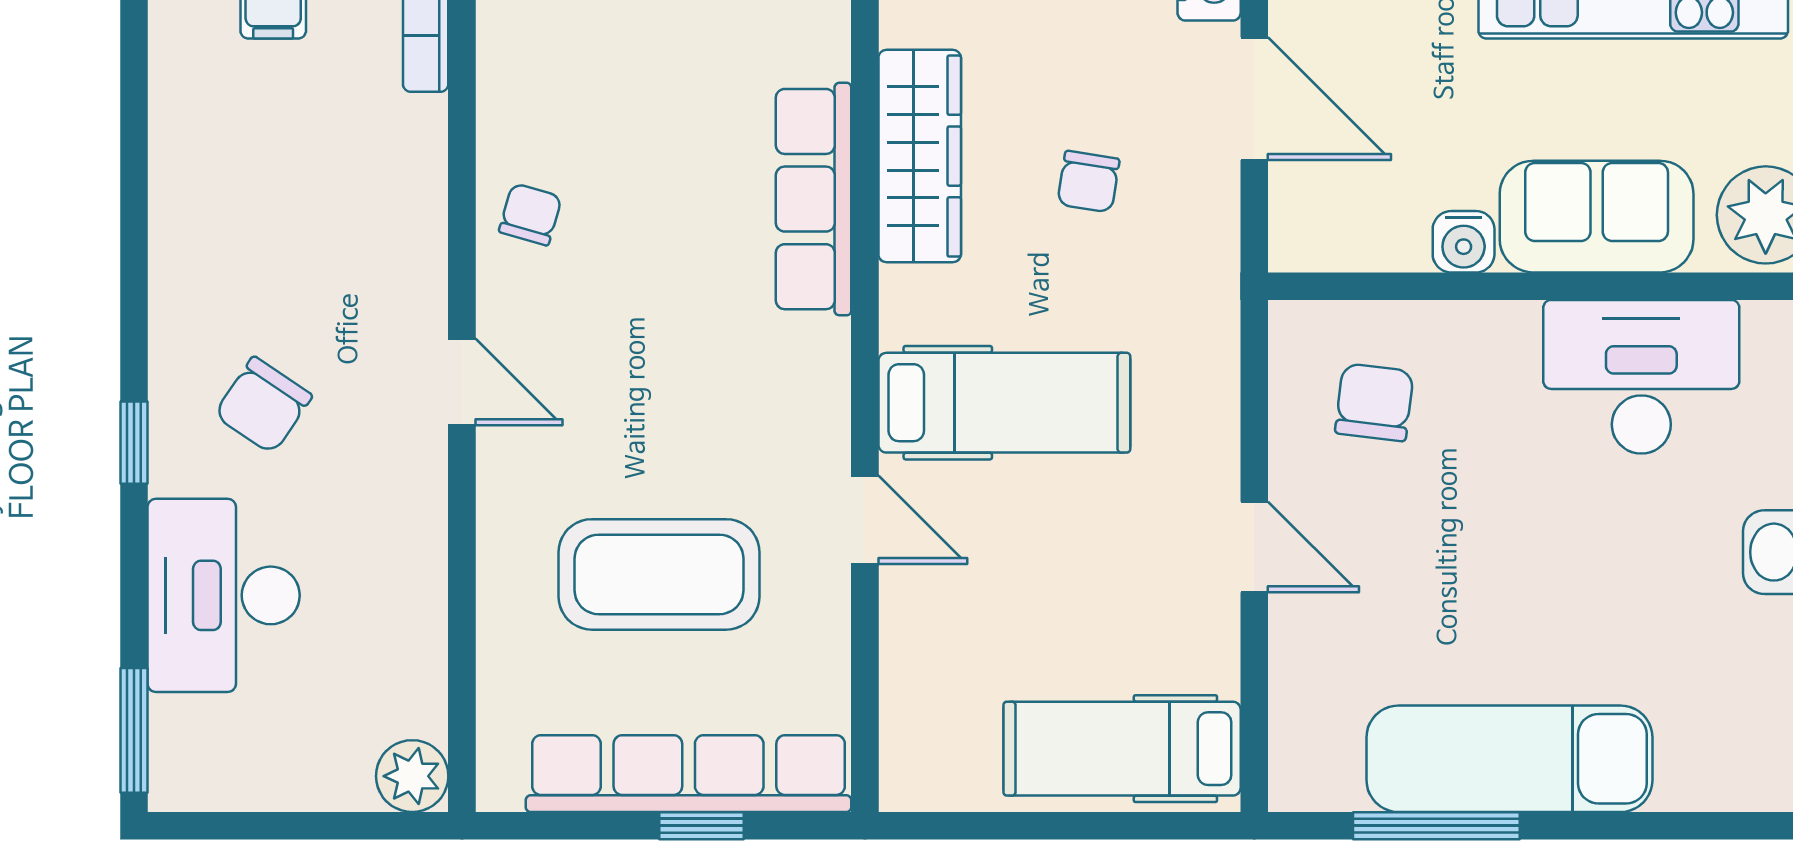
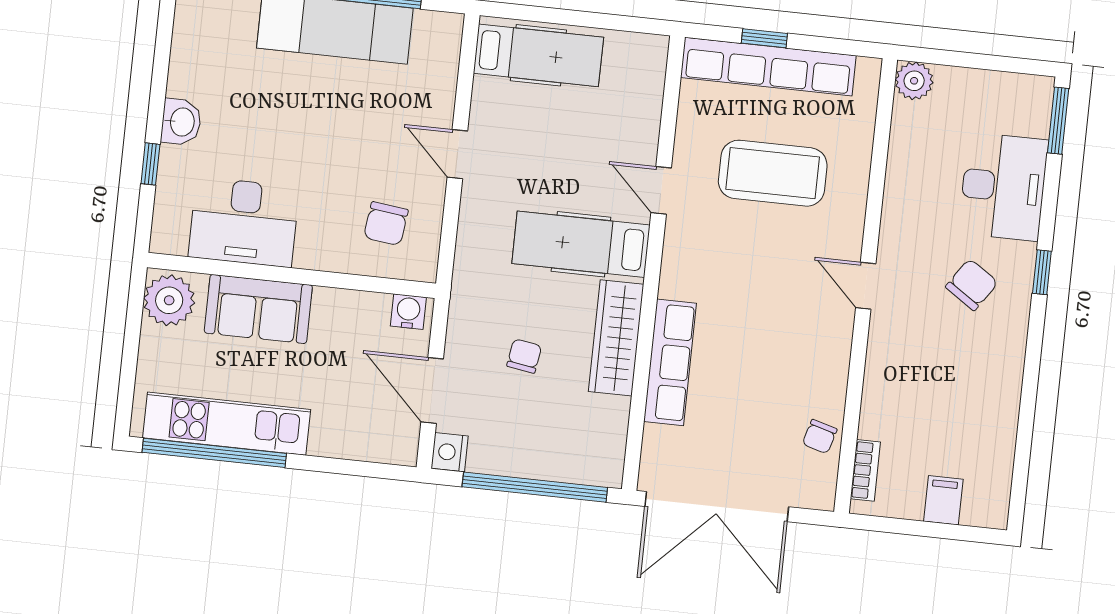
wardrobe: (920, 156) -> (616, 338), moved
chair: (530, 214) -> (820, 437), moved
water cooler: (1464, 242) -> (408, 312), moved

